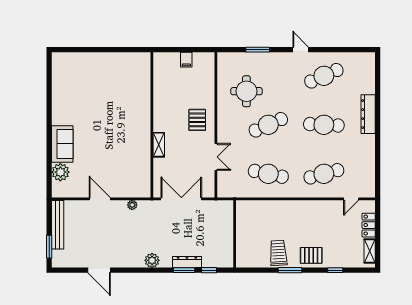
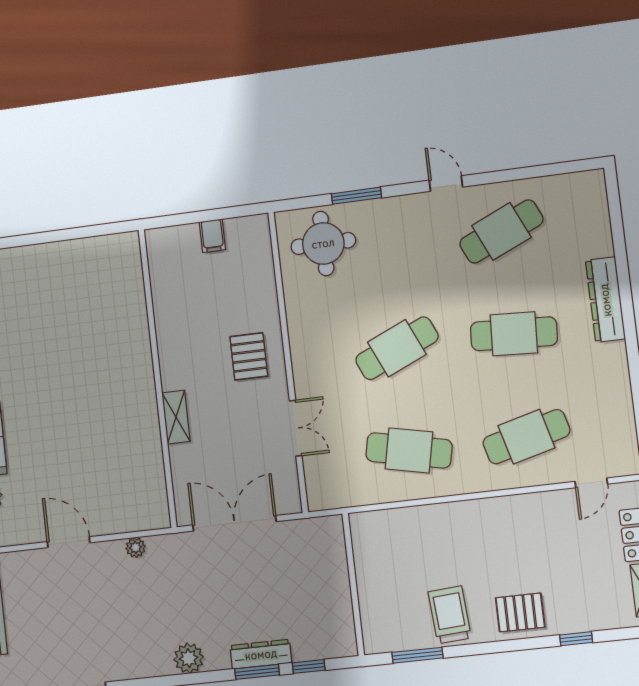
round table: (246, 91) -> (323, 243), moved
window: (290, 270) -> (418, 655), moved

